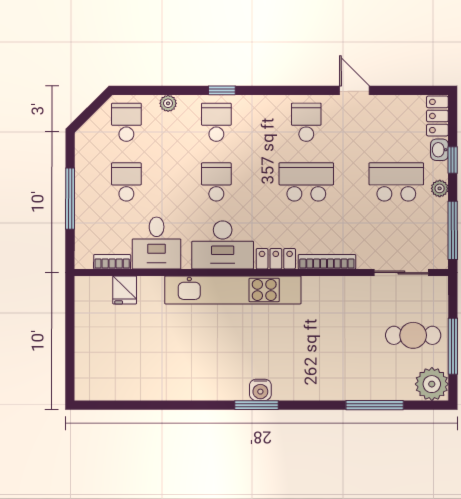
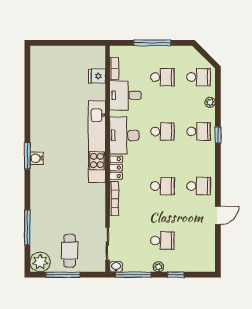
locker: (437, 116) -> (202, 265), removed
washbasin: (439, 150) -> (116, 267), moved
school desk: (306, 182) -> (162, 186), width x0.54
school desk: (396, 182) -> (162, 241), width x0.54

